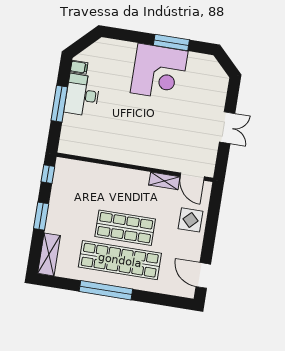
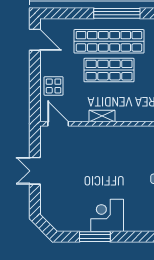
corner desk: (159, 72) -> (107, 215), width x0.74, depth x0.74
shelving: (164, 181) -> (102, 116), moved

